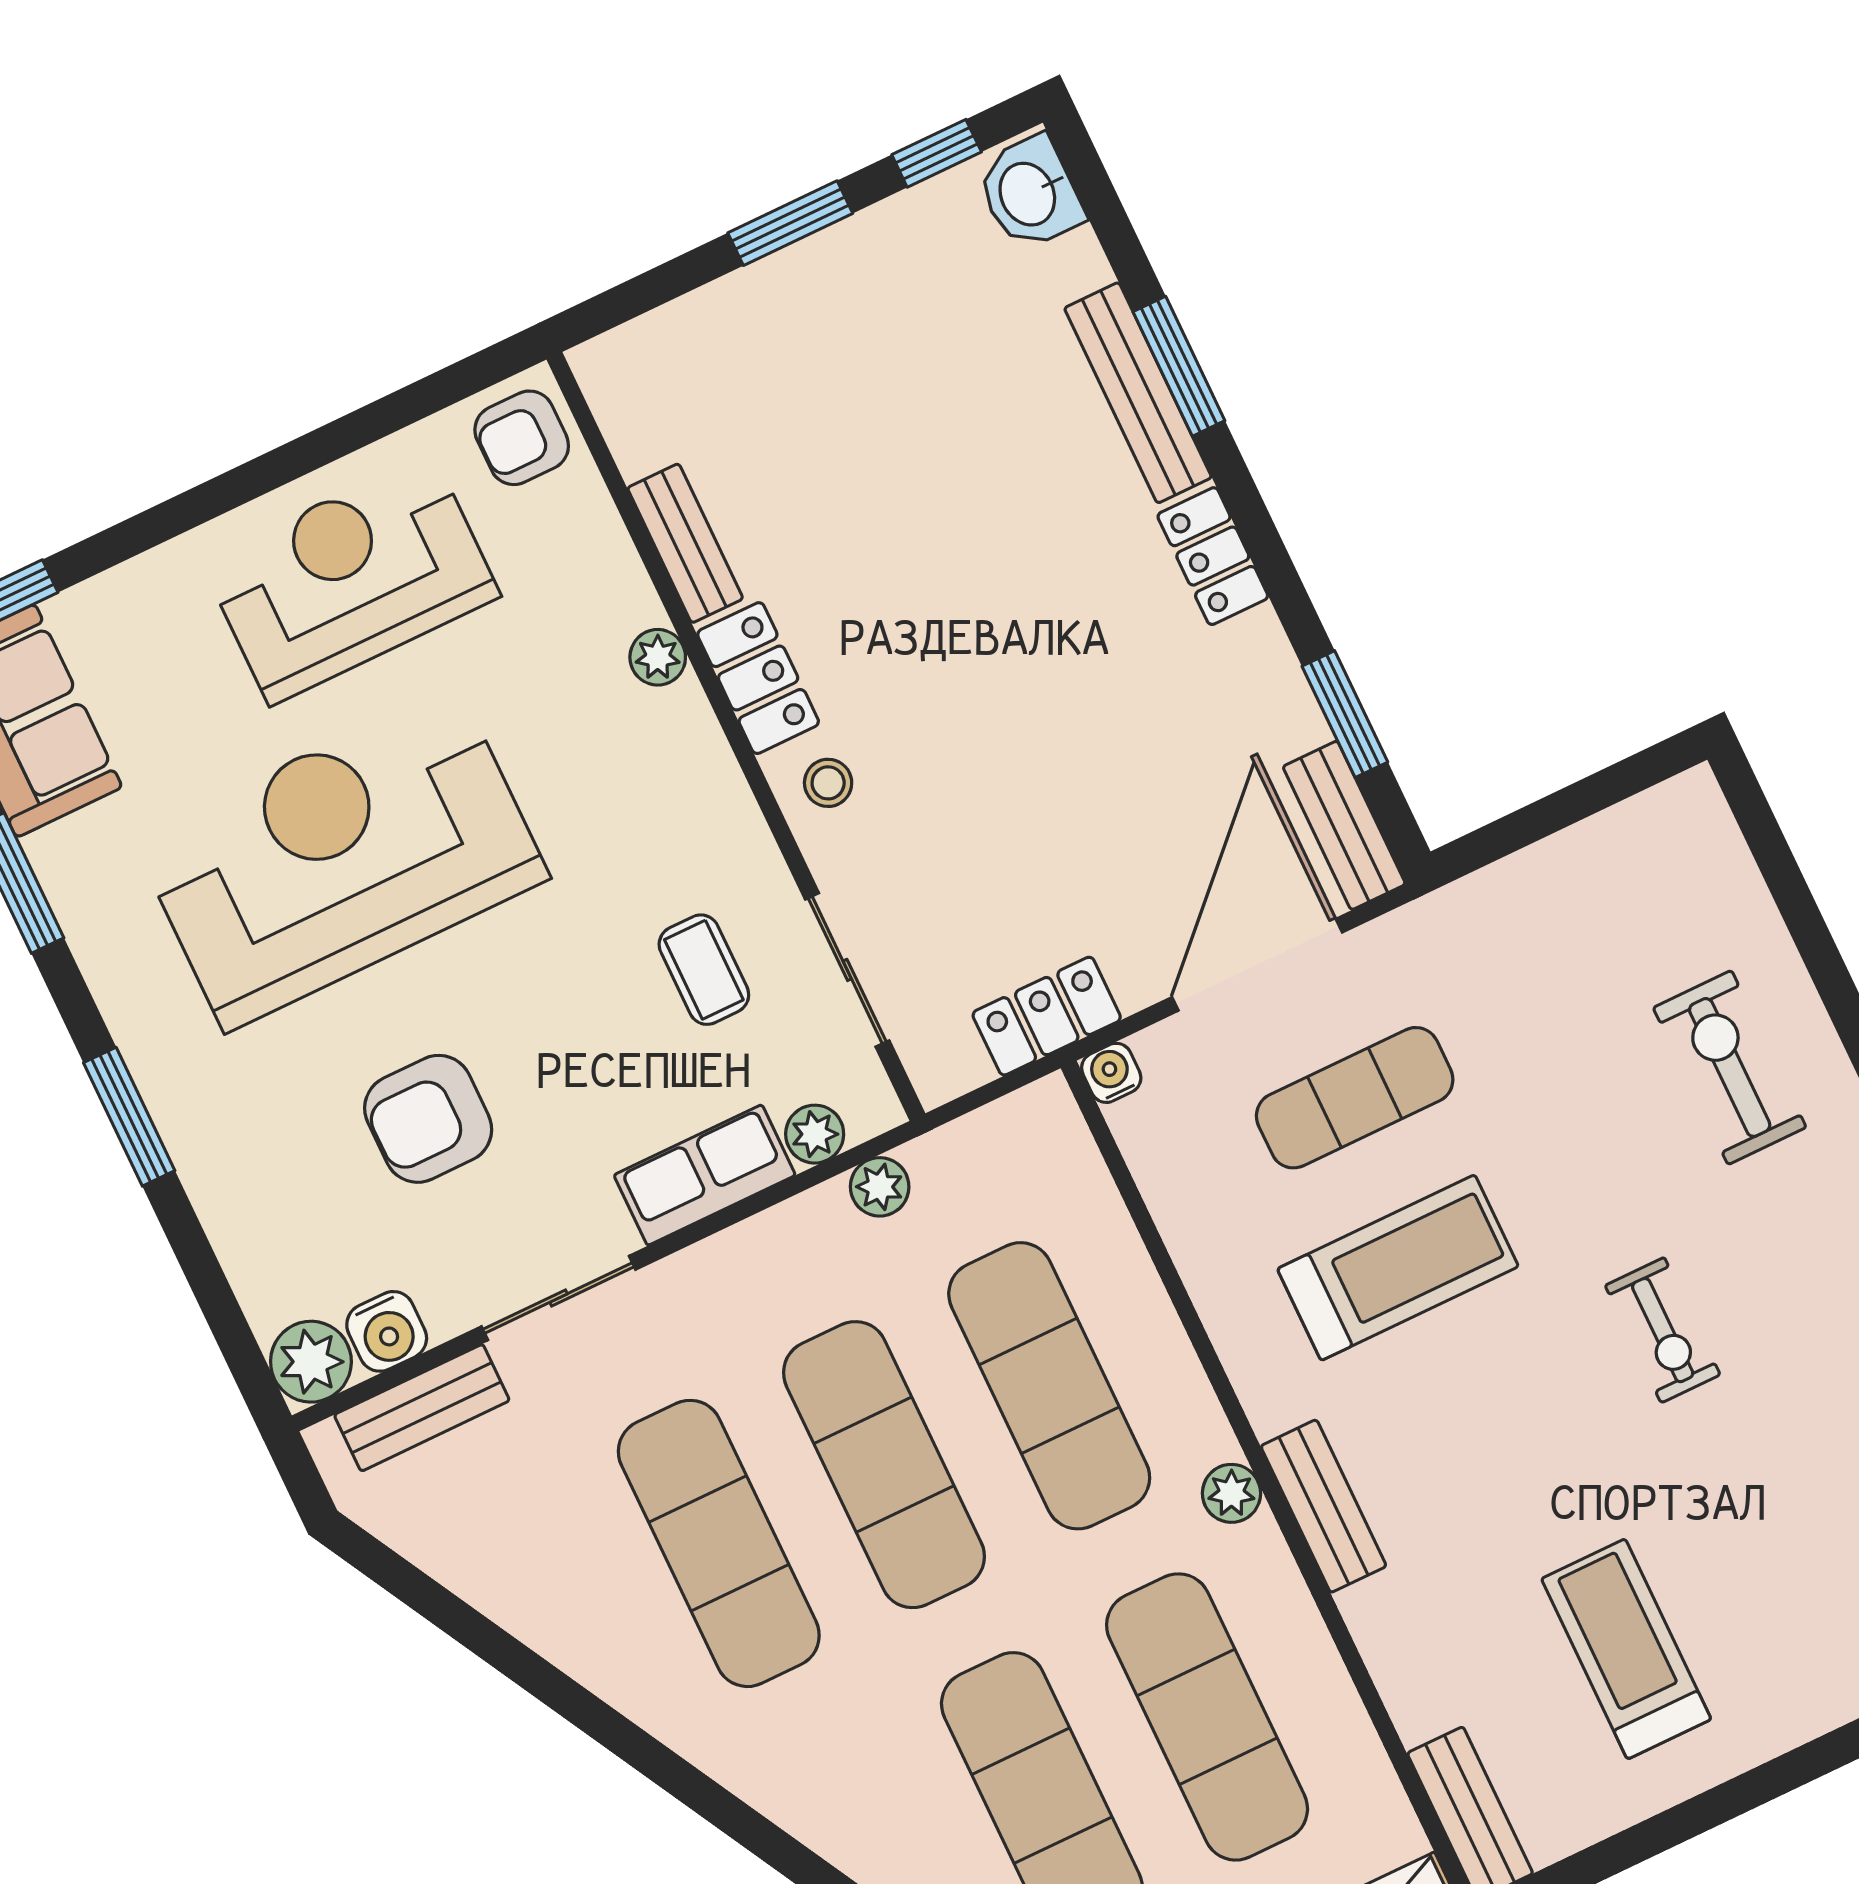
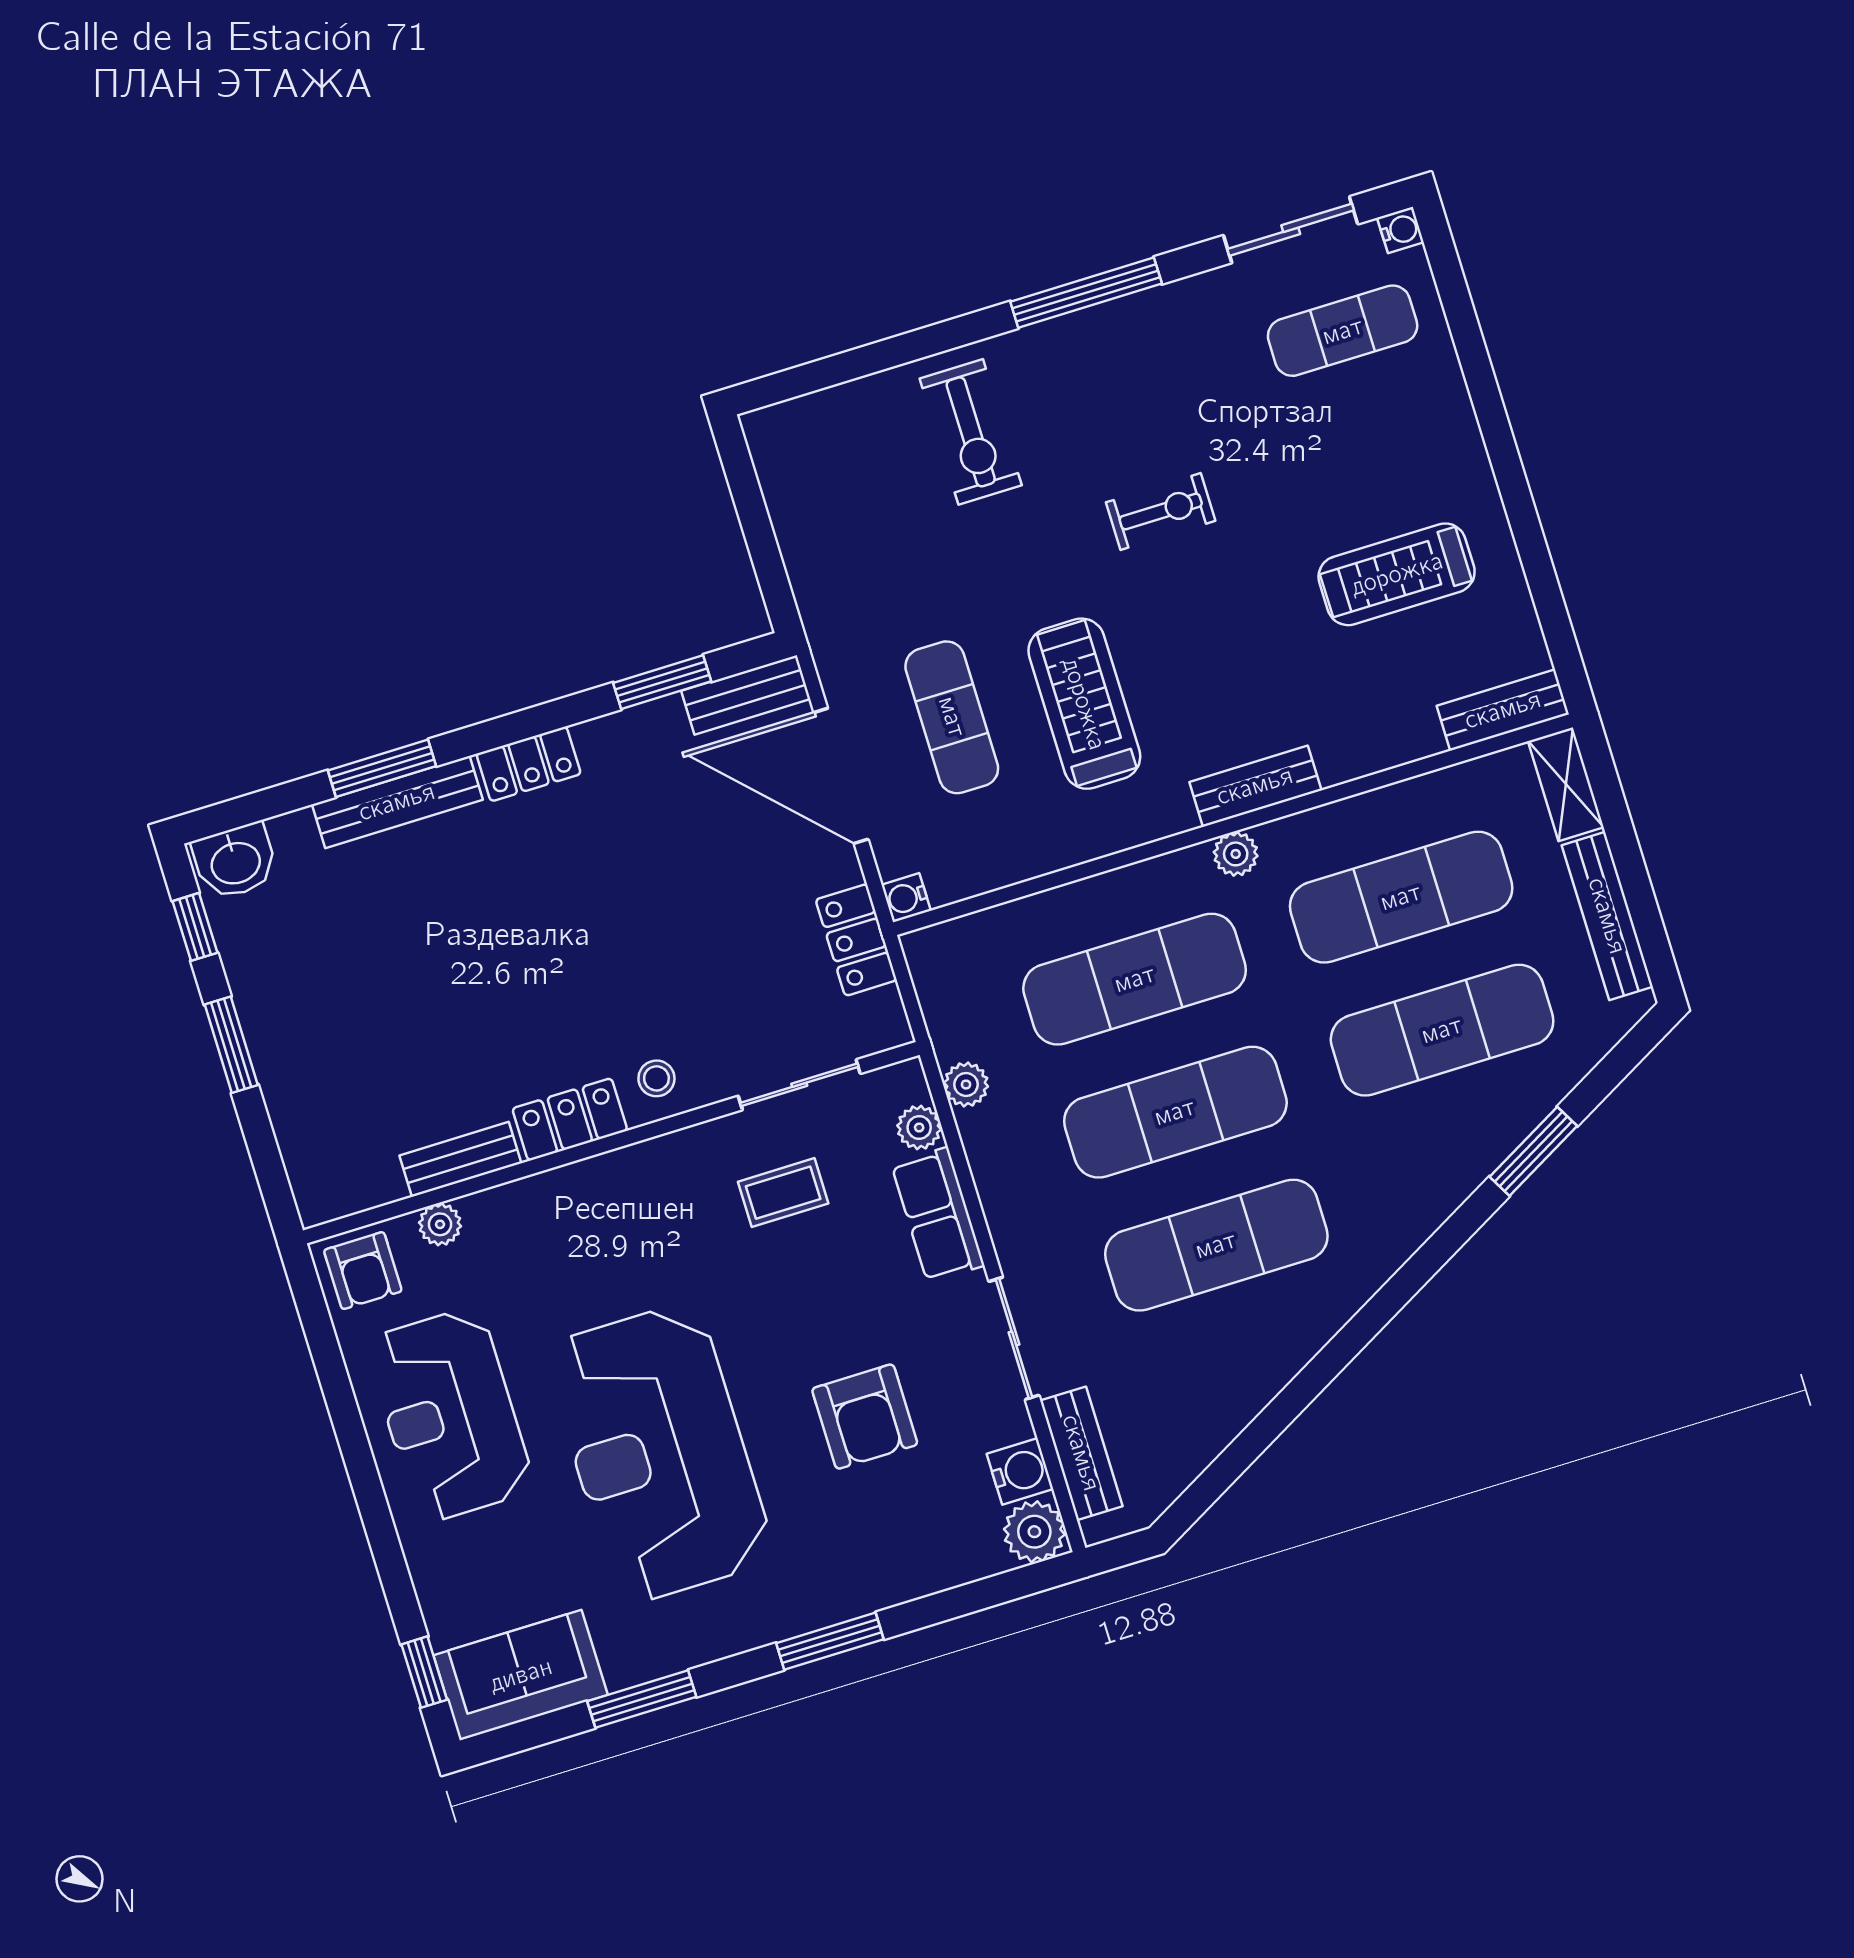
plant: (658, 657) -> (440, 1224), moved
exercise bike: (1730, 1067) -> (971, 432), turned -90

